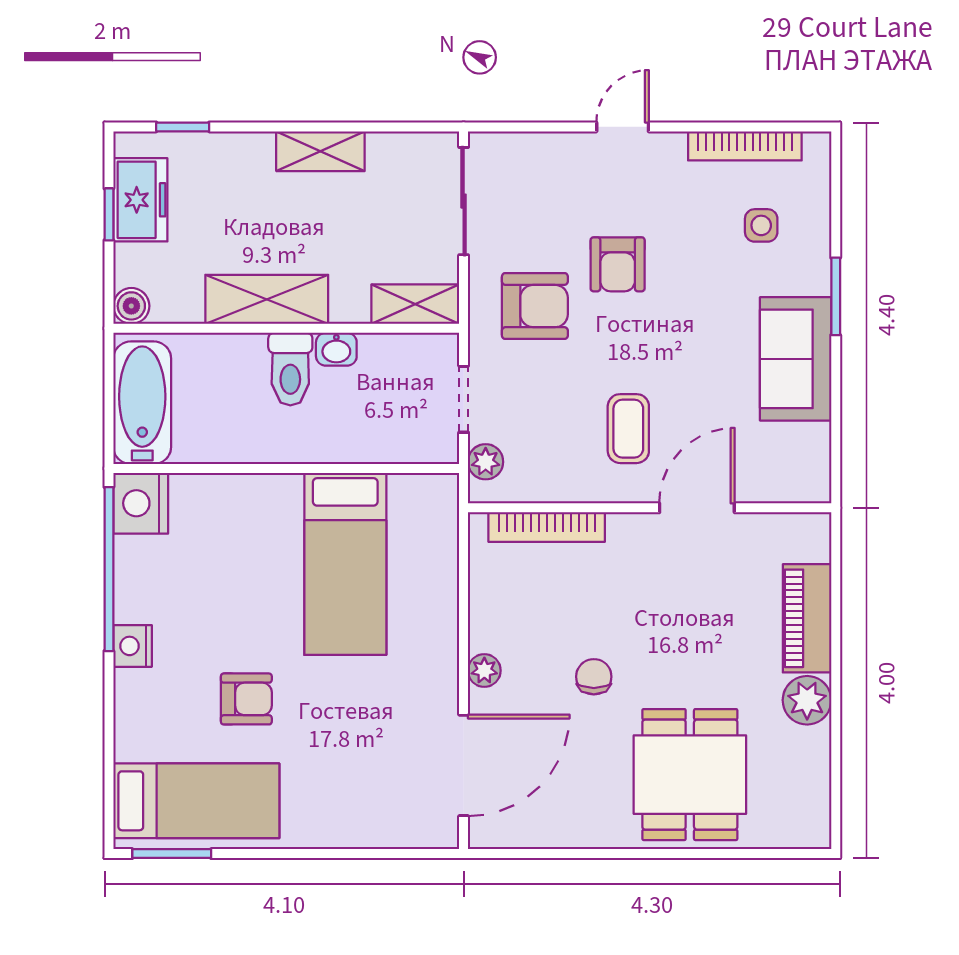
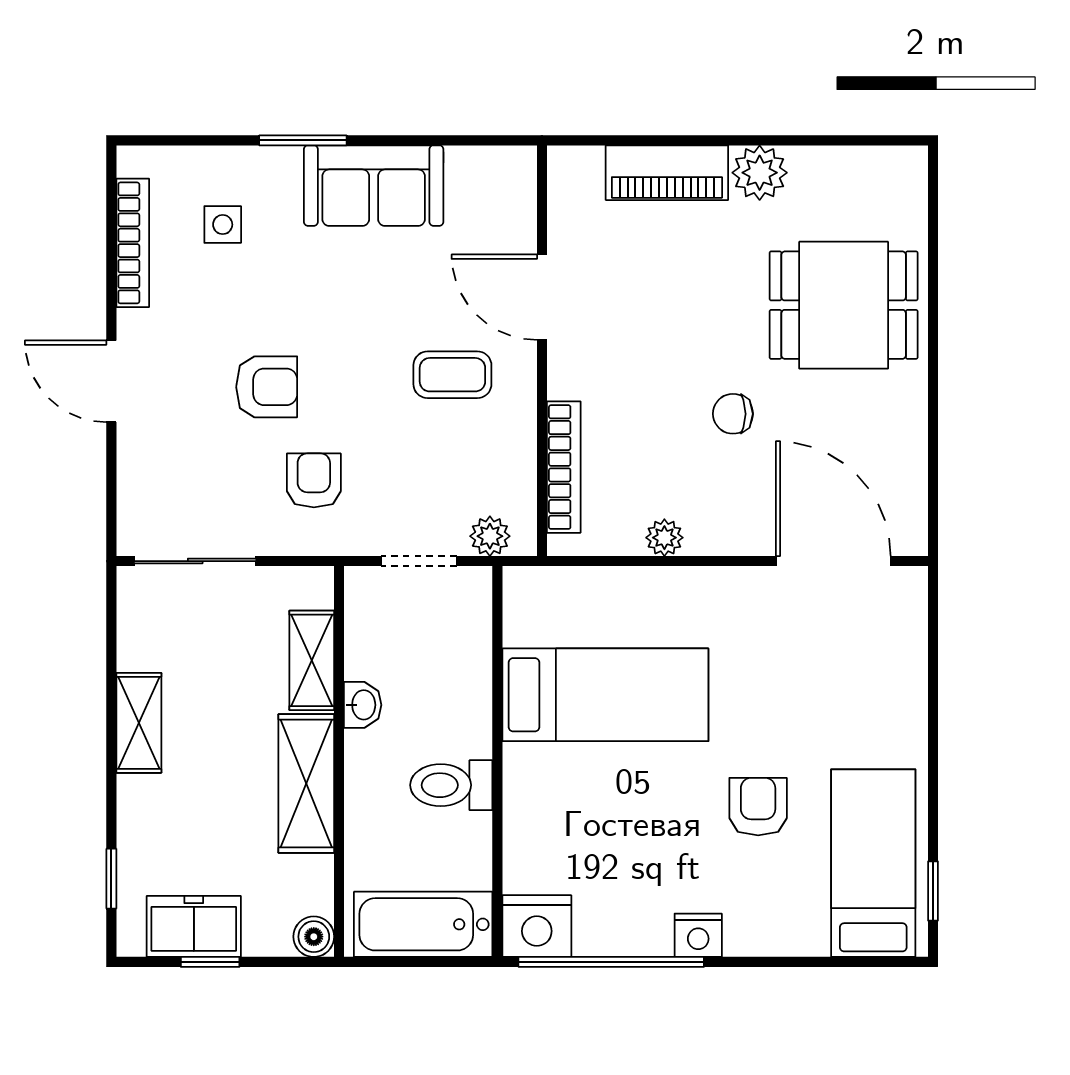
door: (623, 127) -> (111, 381), width x1.38
shelving: (415, 304) -> (312, 660), moved
armchair: (535, 306) -> (314, 480), width x0.72, depth x0.72
toilet: (290, 369) -> (451, 785), moved, turned 180
plant: (484, 671) -> (664, 538), moved
window: (172, 854) -> (933, 891), width x0.67

